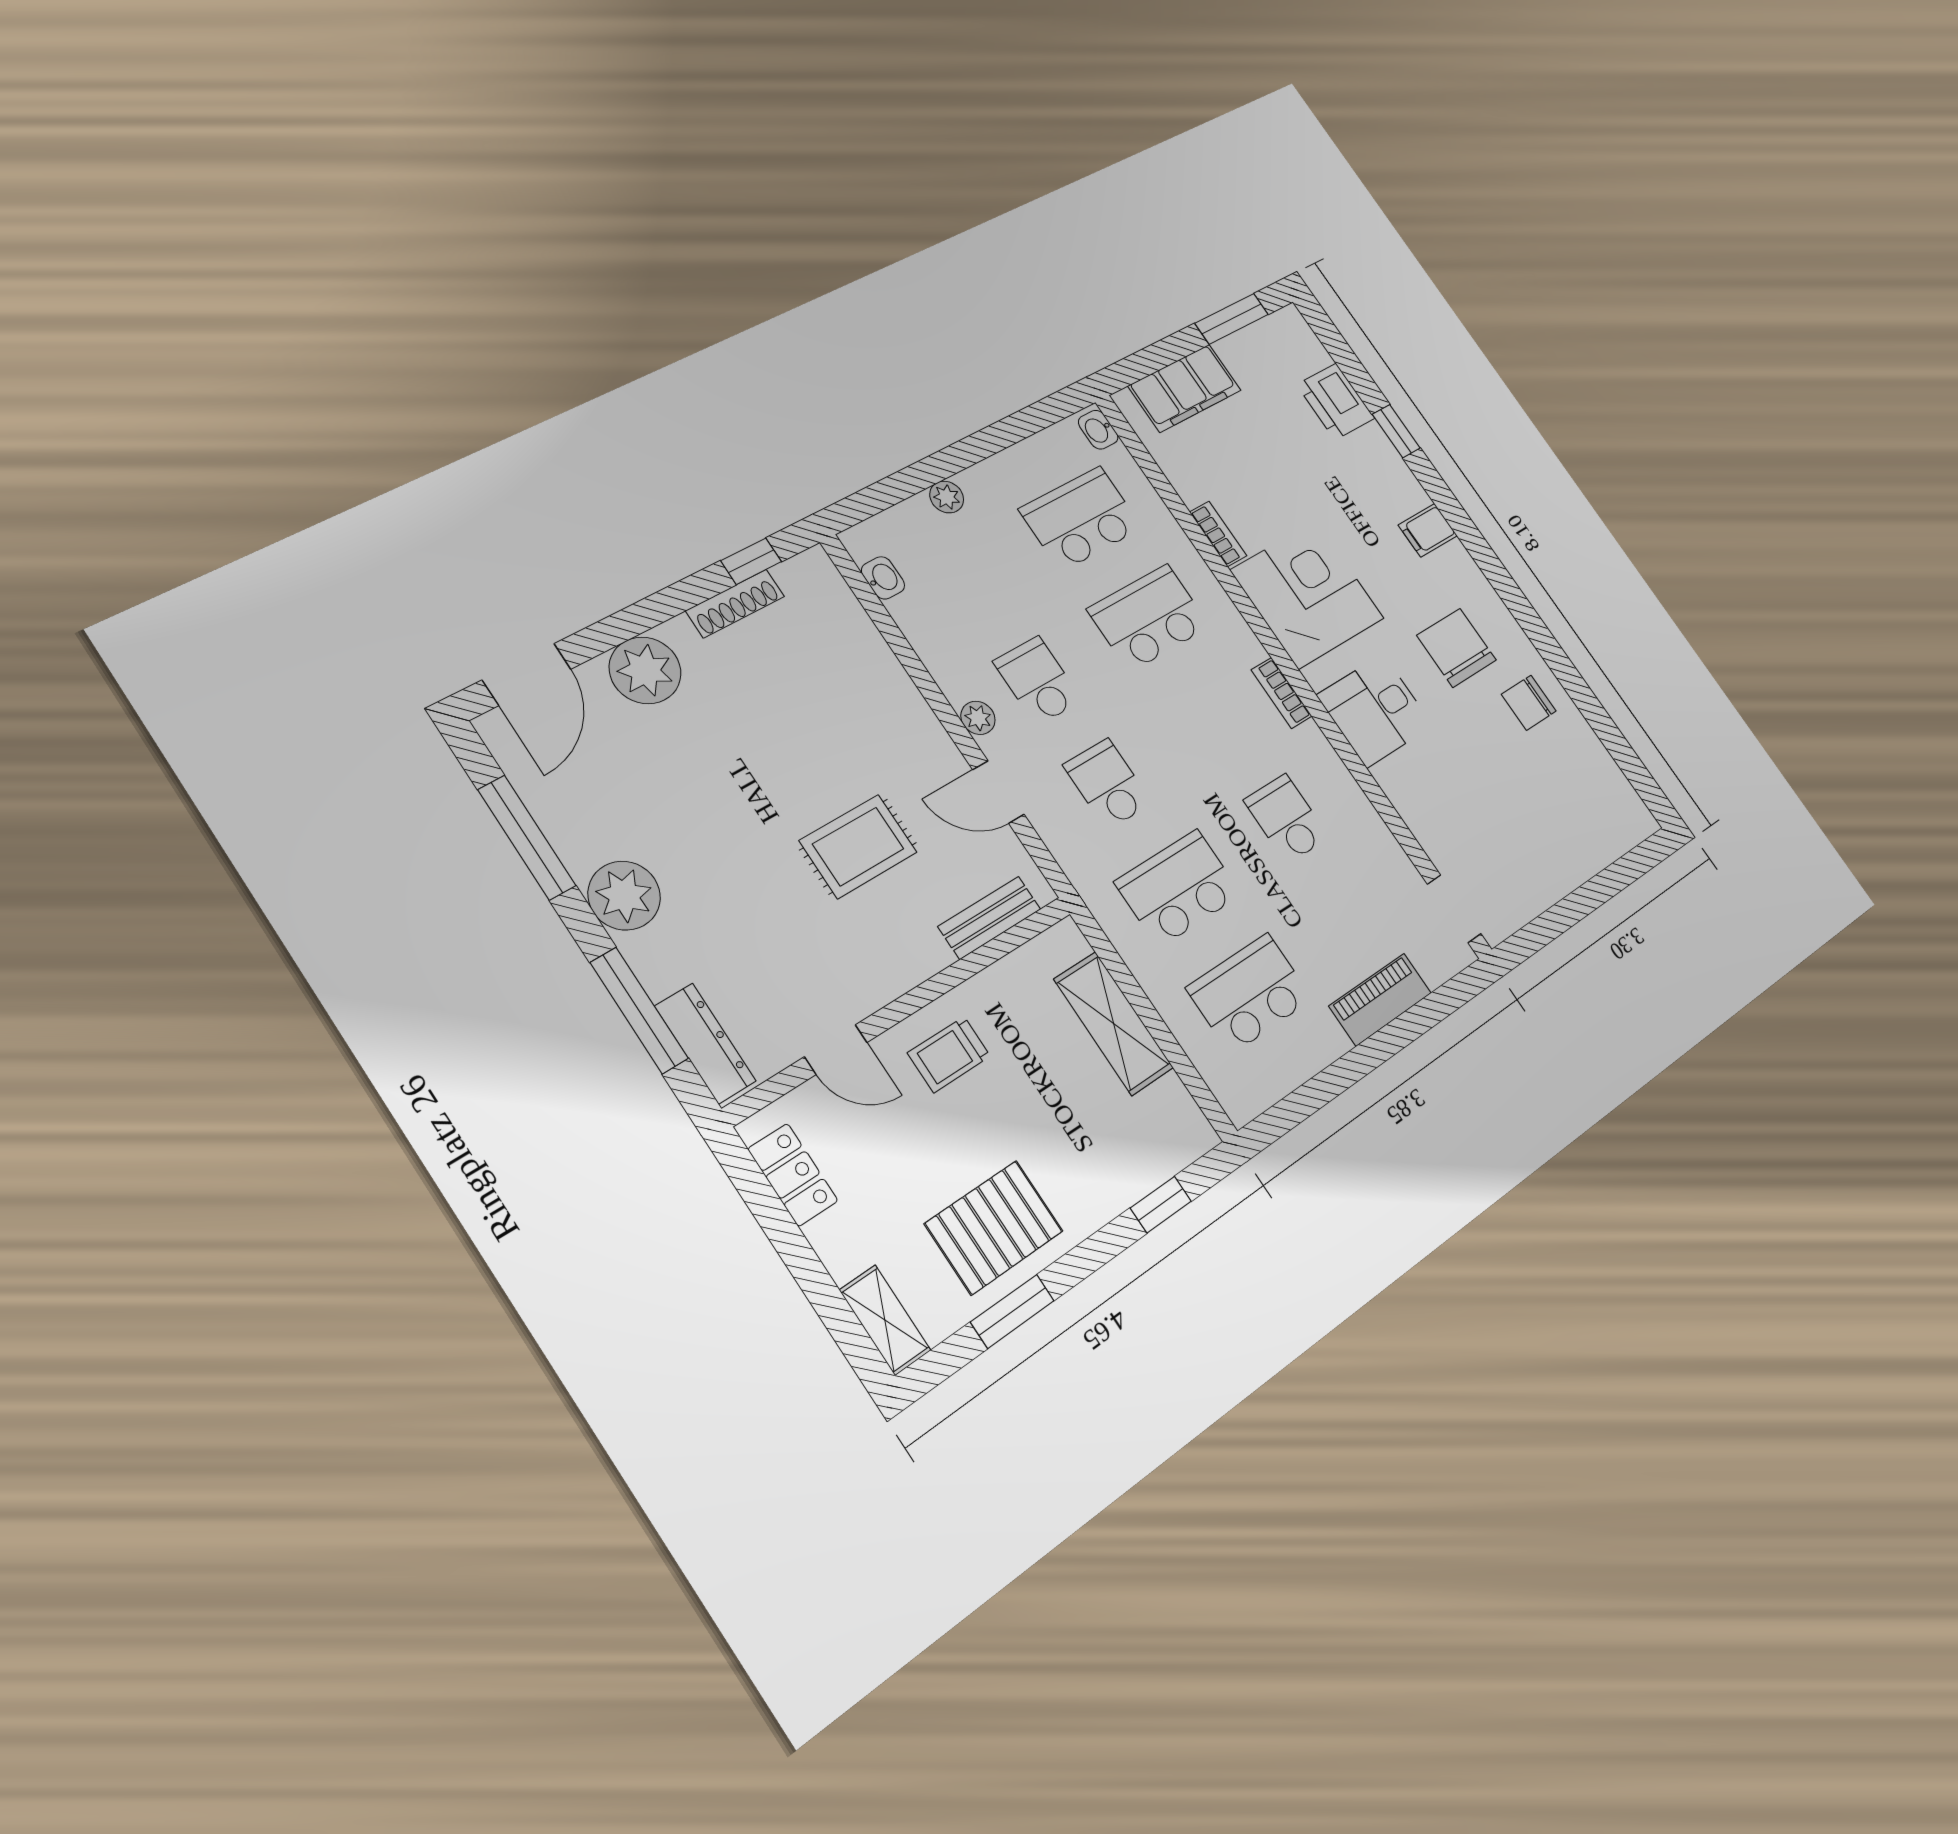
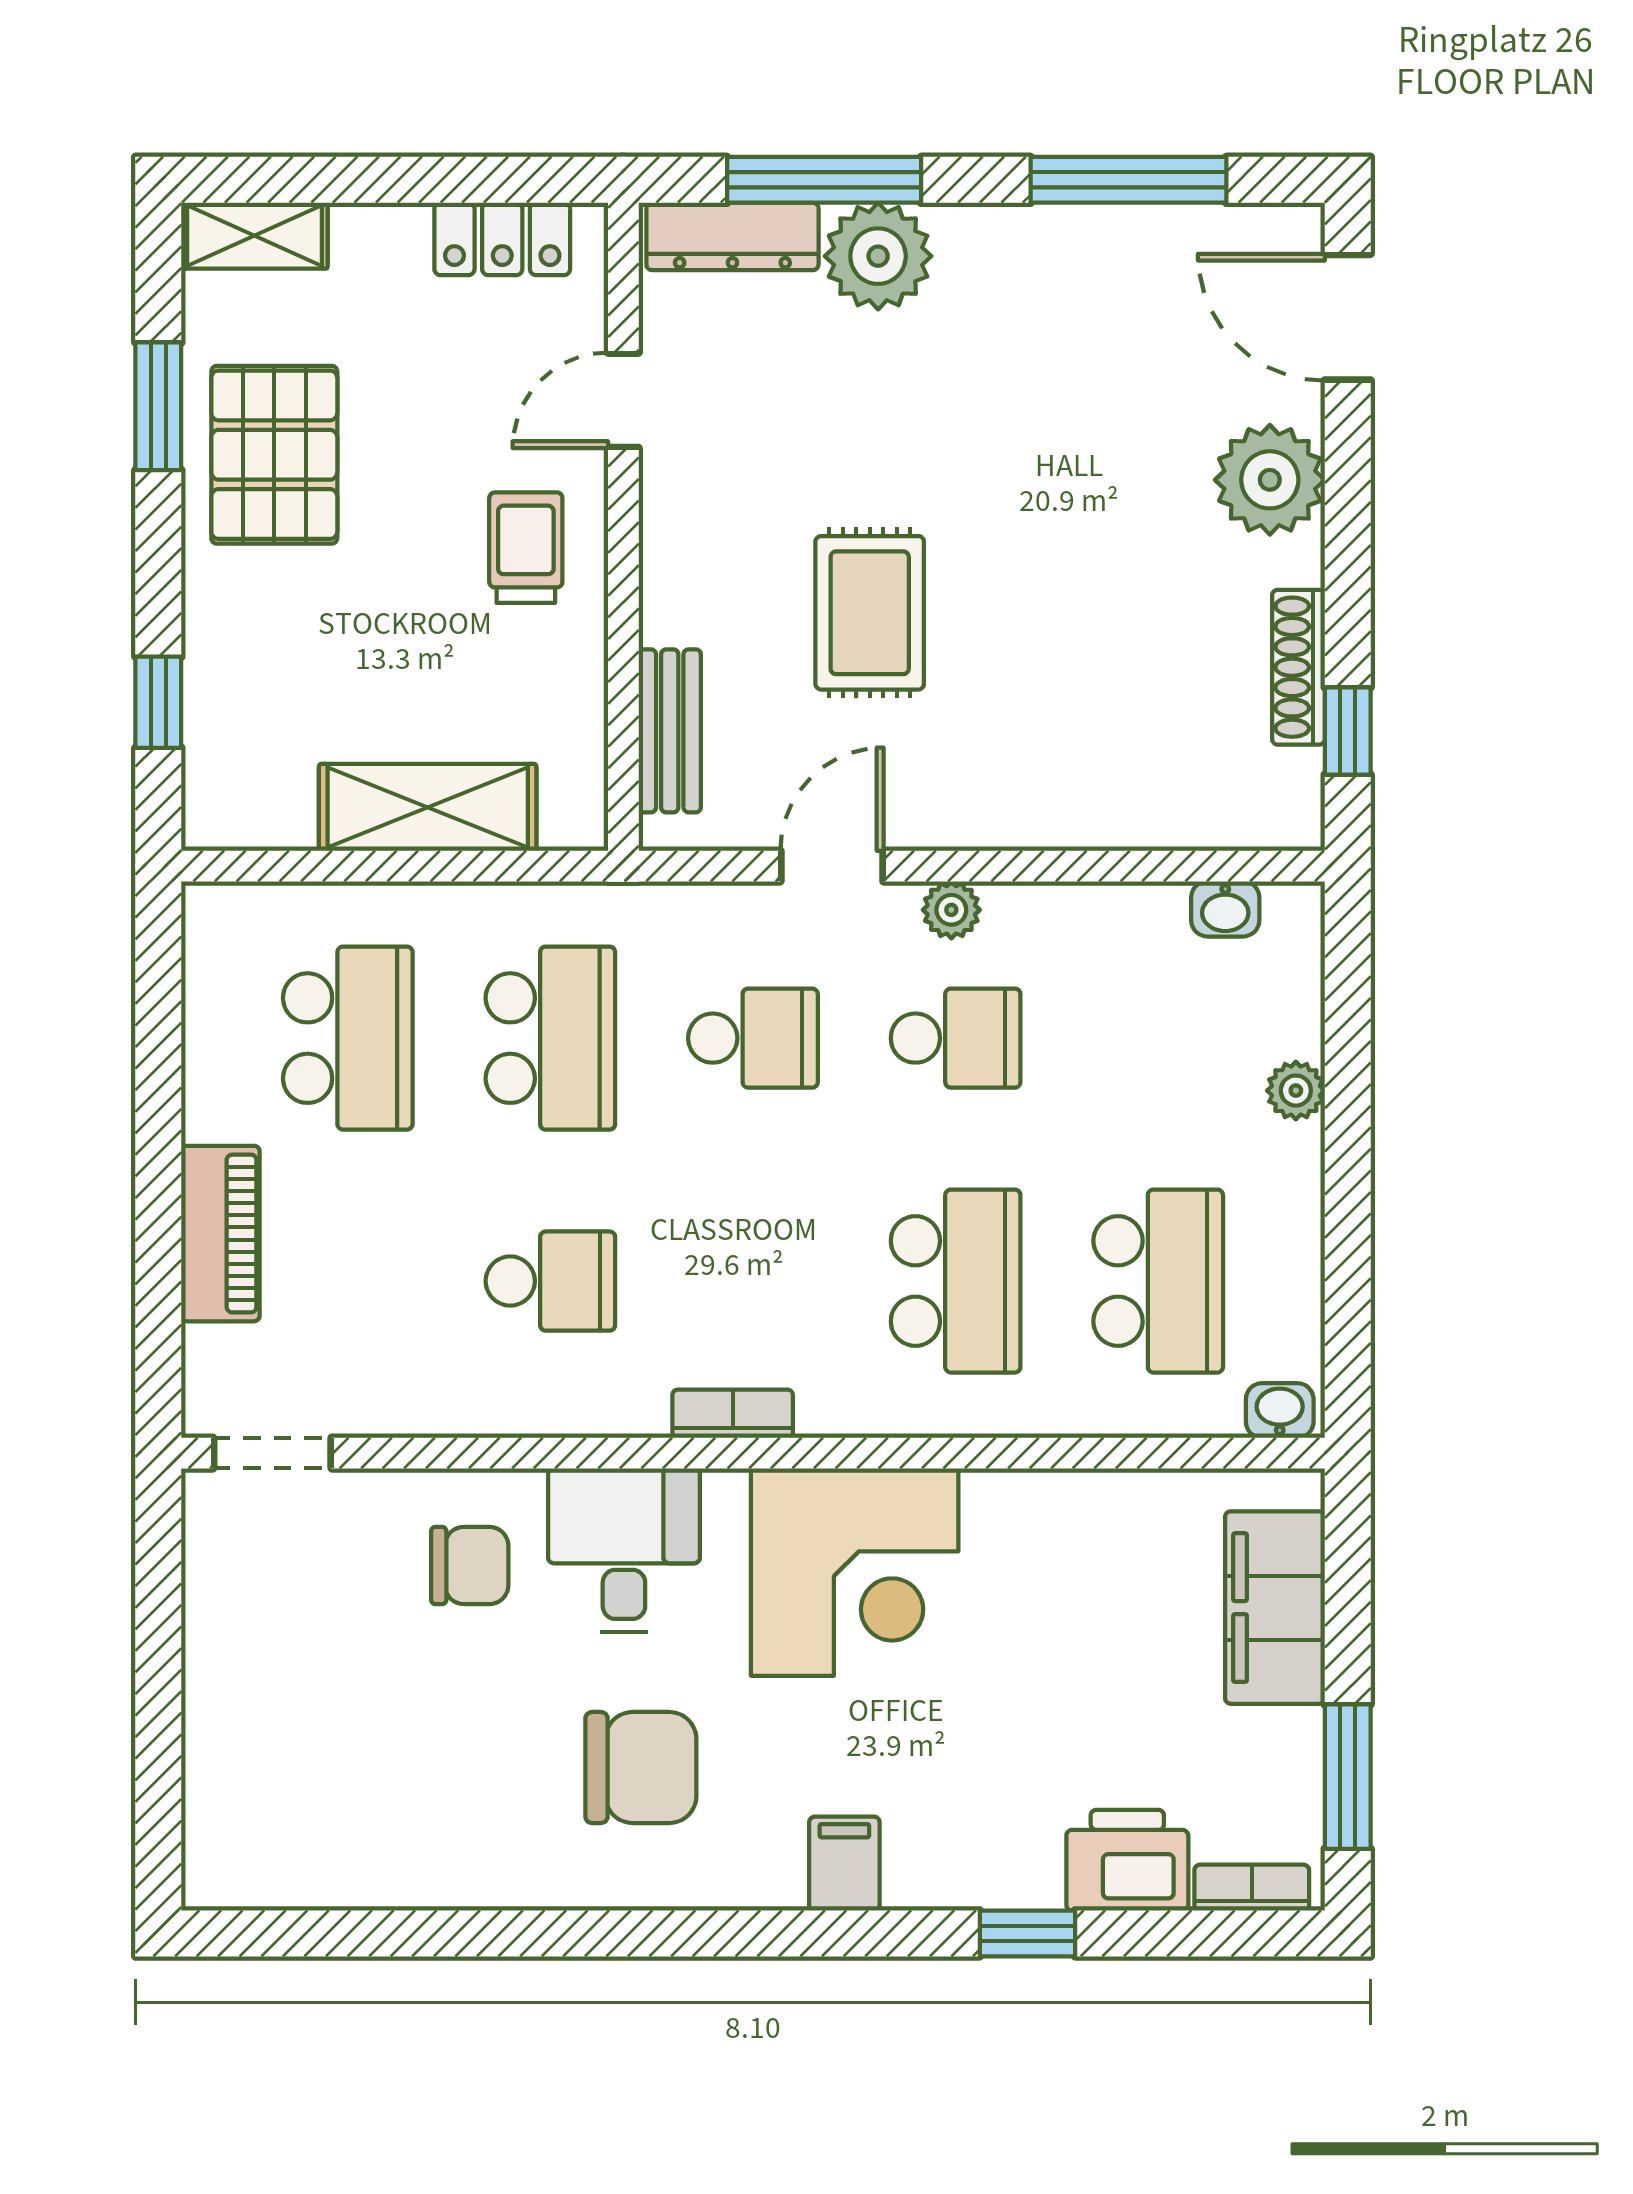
bookcase: (1218, 534) -> (1252, 1888), moved, turned 180
chair: (1529, 703) -> (470, 1565), moved, turned 90
plant: (624, 896) -> (878, 256), moved

